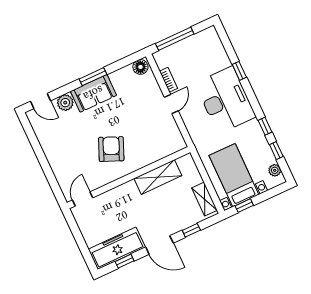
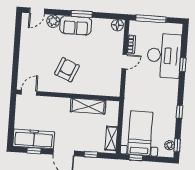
desk: (225, 100) -> (164, 56), moved
door: (40, 101) -> (37, 11), hinge flipped
window: (276, 151) -> (177, 145), moved

